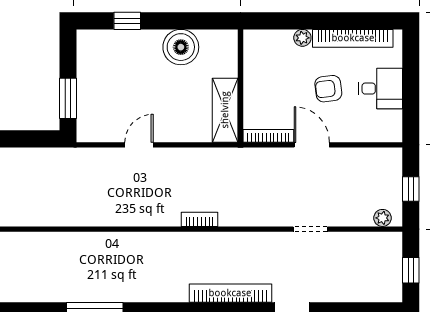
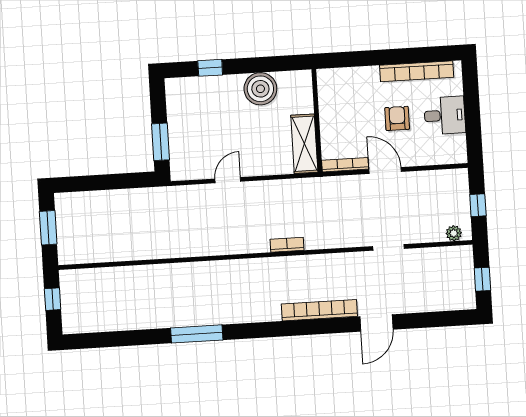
plant: (302, 38) -> (371, 74), removed
armchair: (328, 89) -> (397, 118), turned 97

